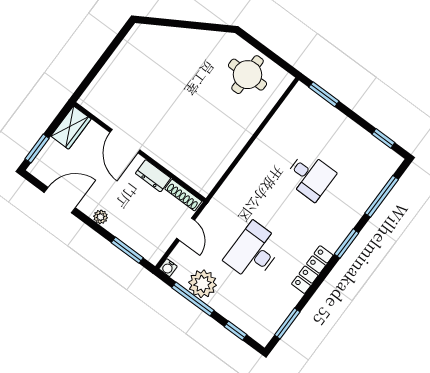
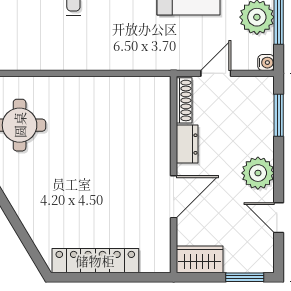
locker: (121, 58) -> (95, 261), added
door: (60, 200) -> (279, 218), width x0.73
plant: (101, 217) -> (258, 173), width x1.87, depth x1.87

